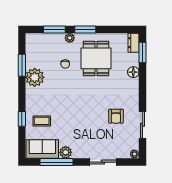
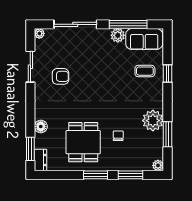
plant: (70, 38) -> (158, 165), moved
armchair: (116, 116) -> (61, 76), turned 90
sliding door: (103, 162) -> (75, 24), width x1.37

